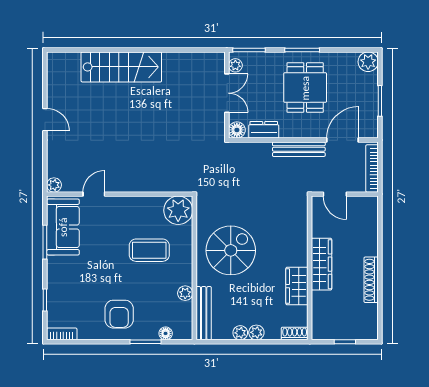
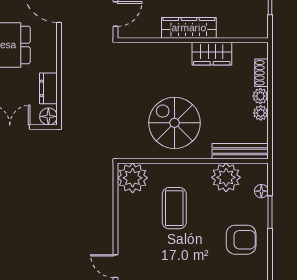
bench: (299, 149) -> (69, 52), removed
plant: (185, 293) -> (226, 177), width x1.88, depth x1.88
shoe rack: (295, 334) -> (261, 73), moved

